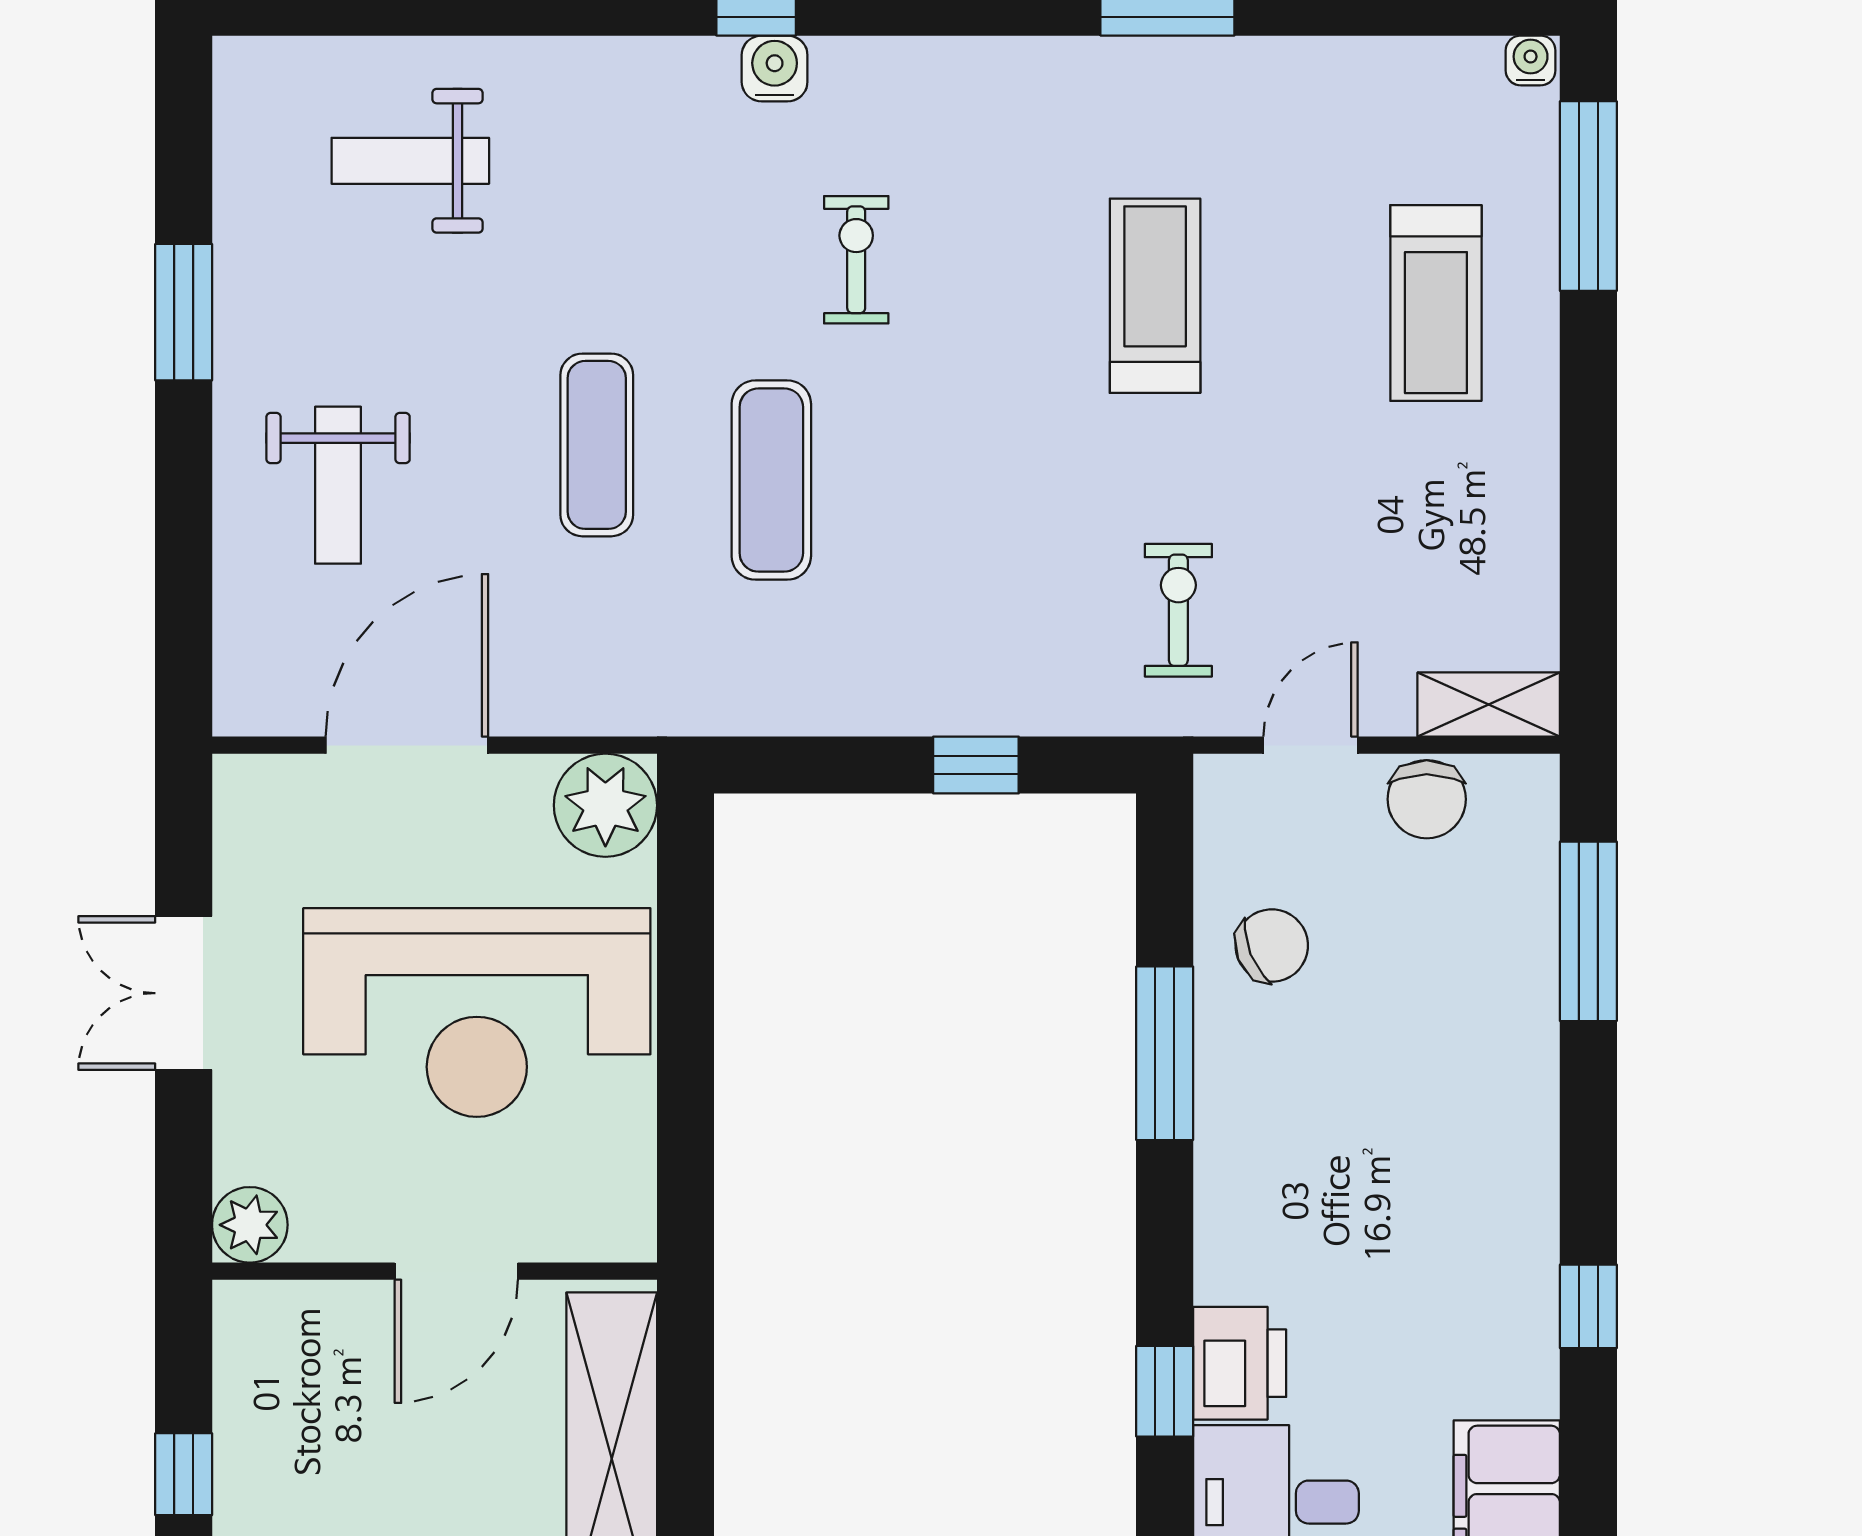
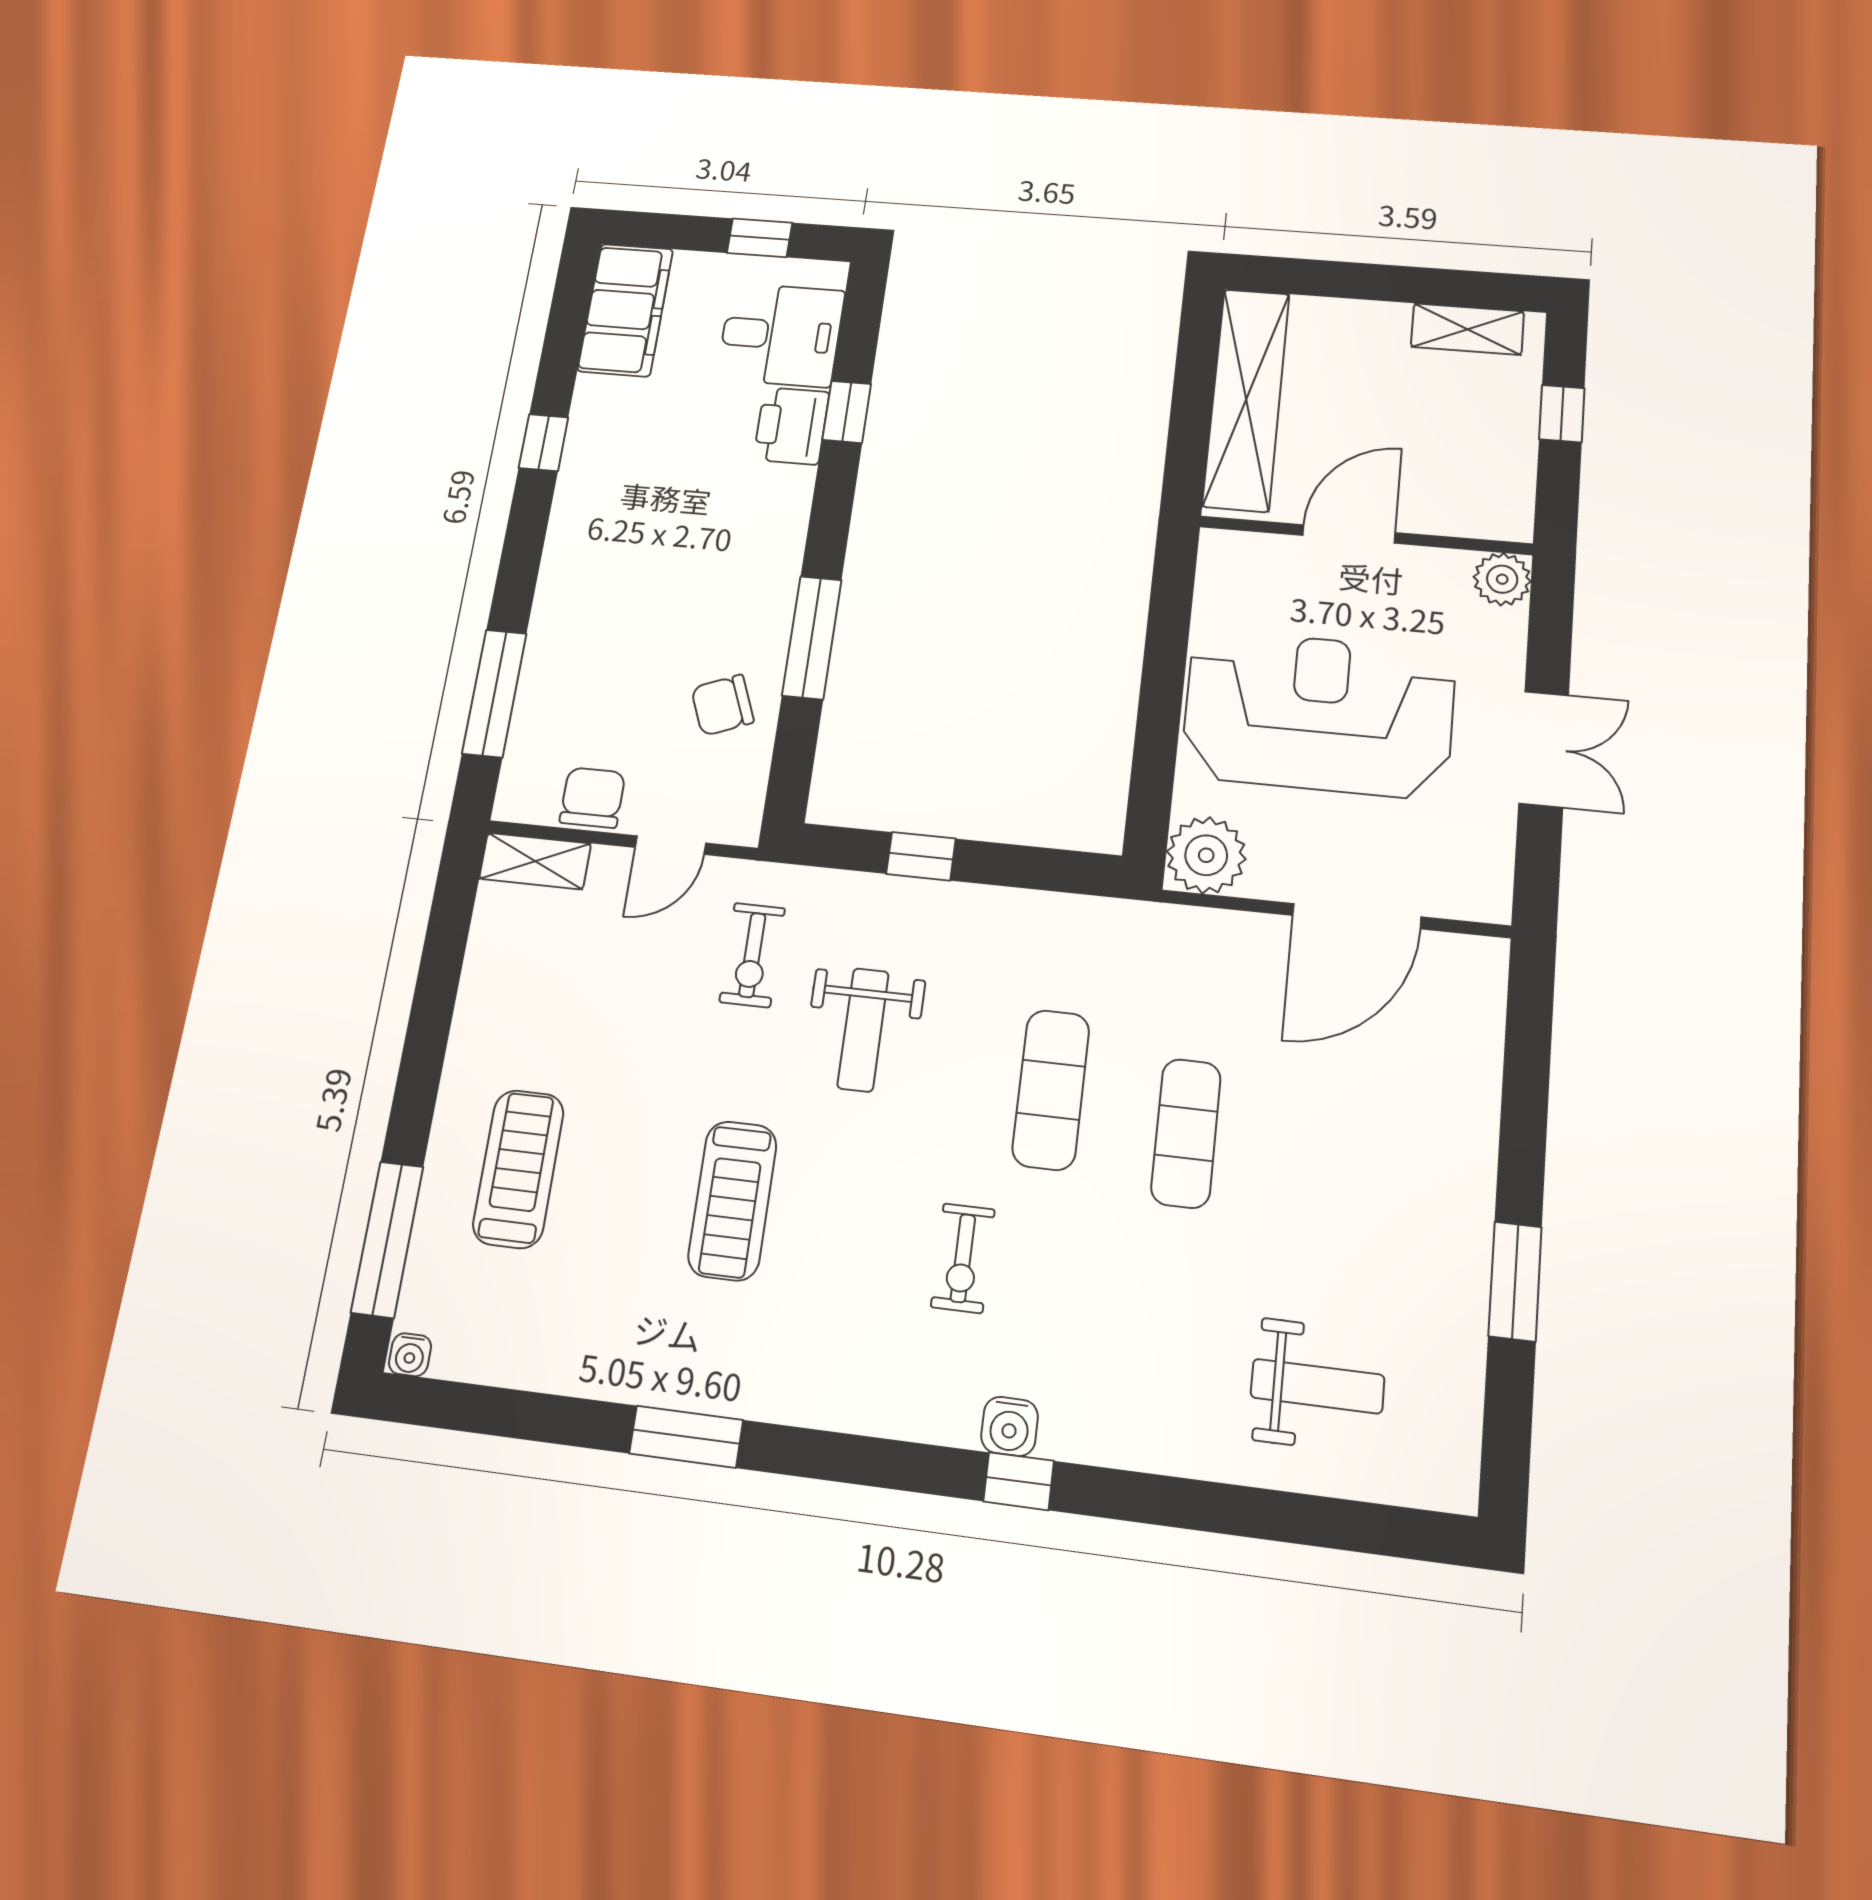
weight bench: (338, 485) -> (863, 1030), moved, turned 180

